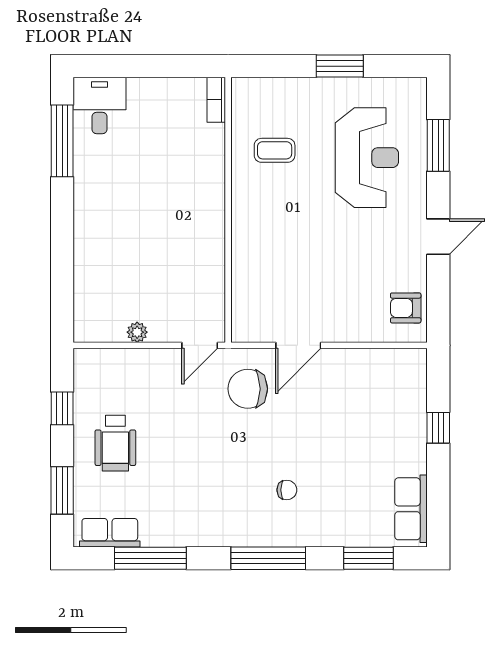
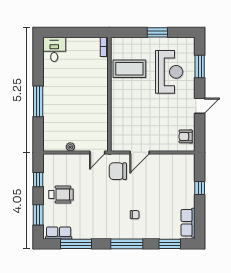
window: (62, 141) -> (38, 101), moved
coffee table: (275, 150) -> (129, 69), width x1.86, depth x1.72
wheelchair: (115, 443) -> (61, 195), turned -90

